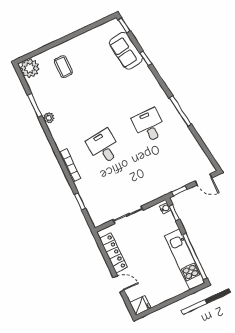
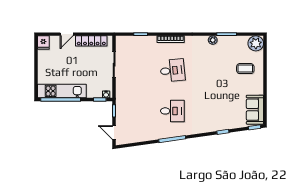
sofa: (126, 51) -> (255, 110), moved, turned -82
door: (204, 179) -> (114, 133), hinge flipped

